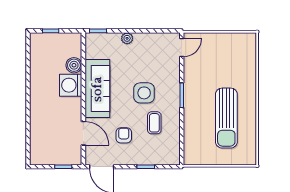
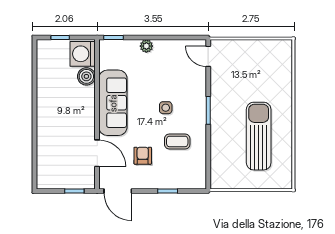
door: (182, 47) -> (208, 56), swing flipped
washing machine: (71, 85) -> (83, 54), moved
side table: (144, 93) -> (166, 108), width x0.54, depth x0.54
sun lounger: (226, 118) -> (259, 136), turned 180
coffee table: (154, 123) -> (177, 141), turned 90

